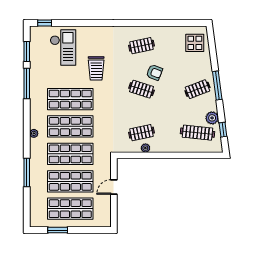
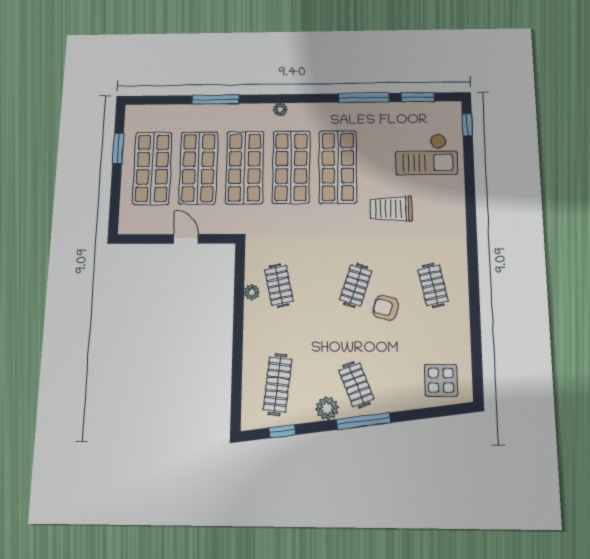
armchair: (154, 72) -> (386, 308), turned 84
plant: (212, 118) -> (327, 408), moved

